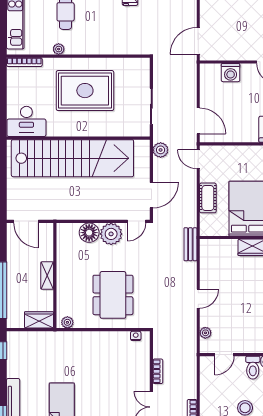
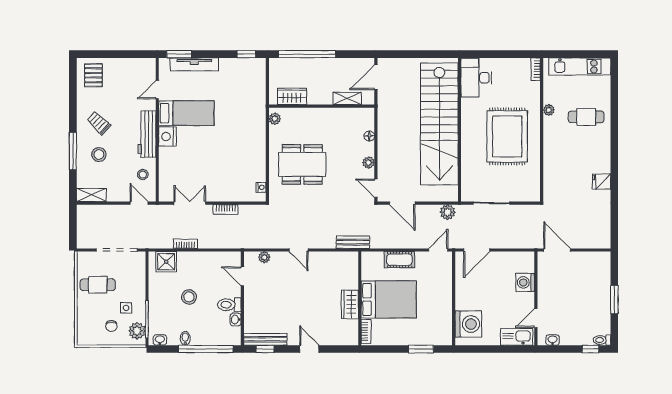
bookcase: (24, 62) -> (536, 69), width x0.64
floor lamp: (89, 233) -> (369, 136), width x0.53, depth x0.53
plant: (111, 234) -> (369, 163), width x0.53, depth x0.53
shelving: (47, 276) -> (347, 98), moved
wardrobe: (39, 320) -> (292, 96), moved, turned -90

